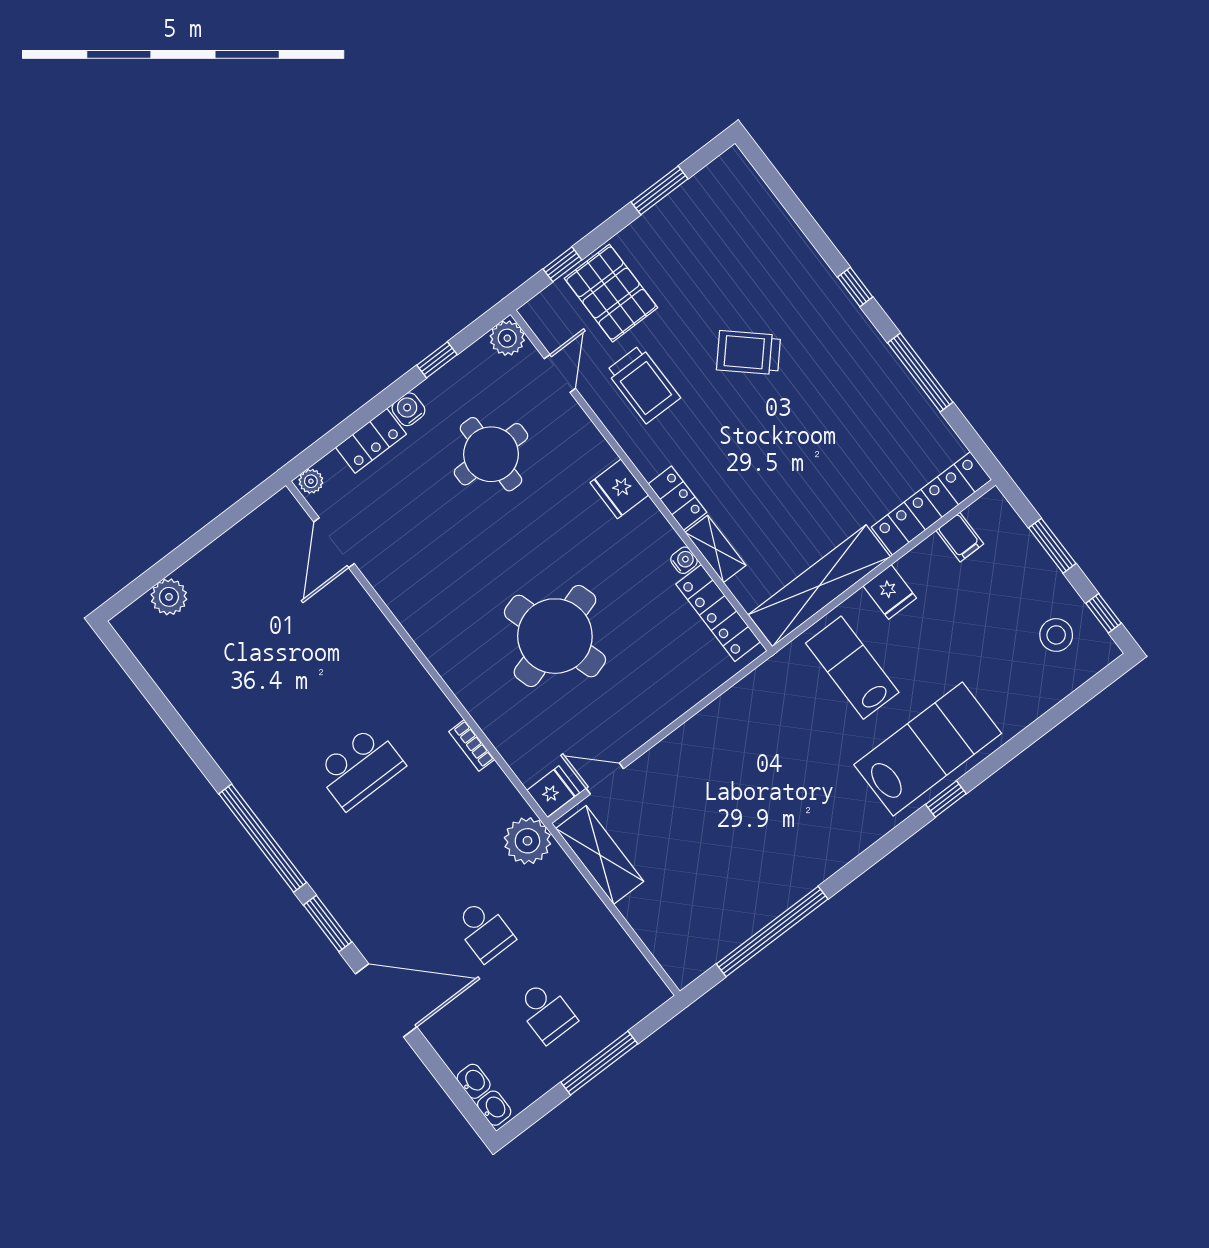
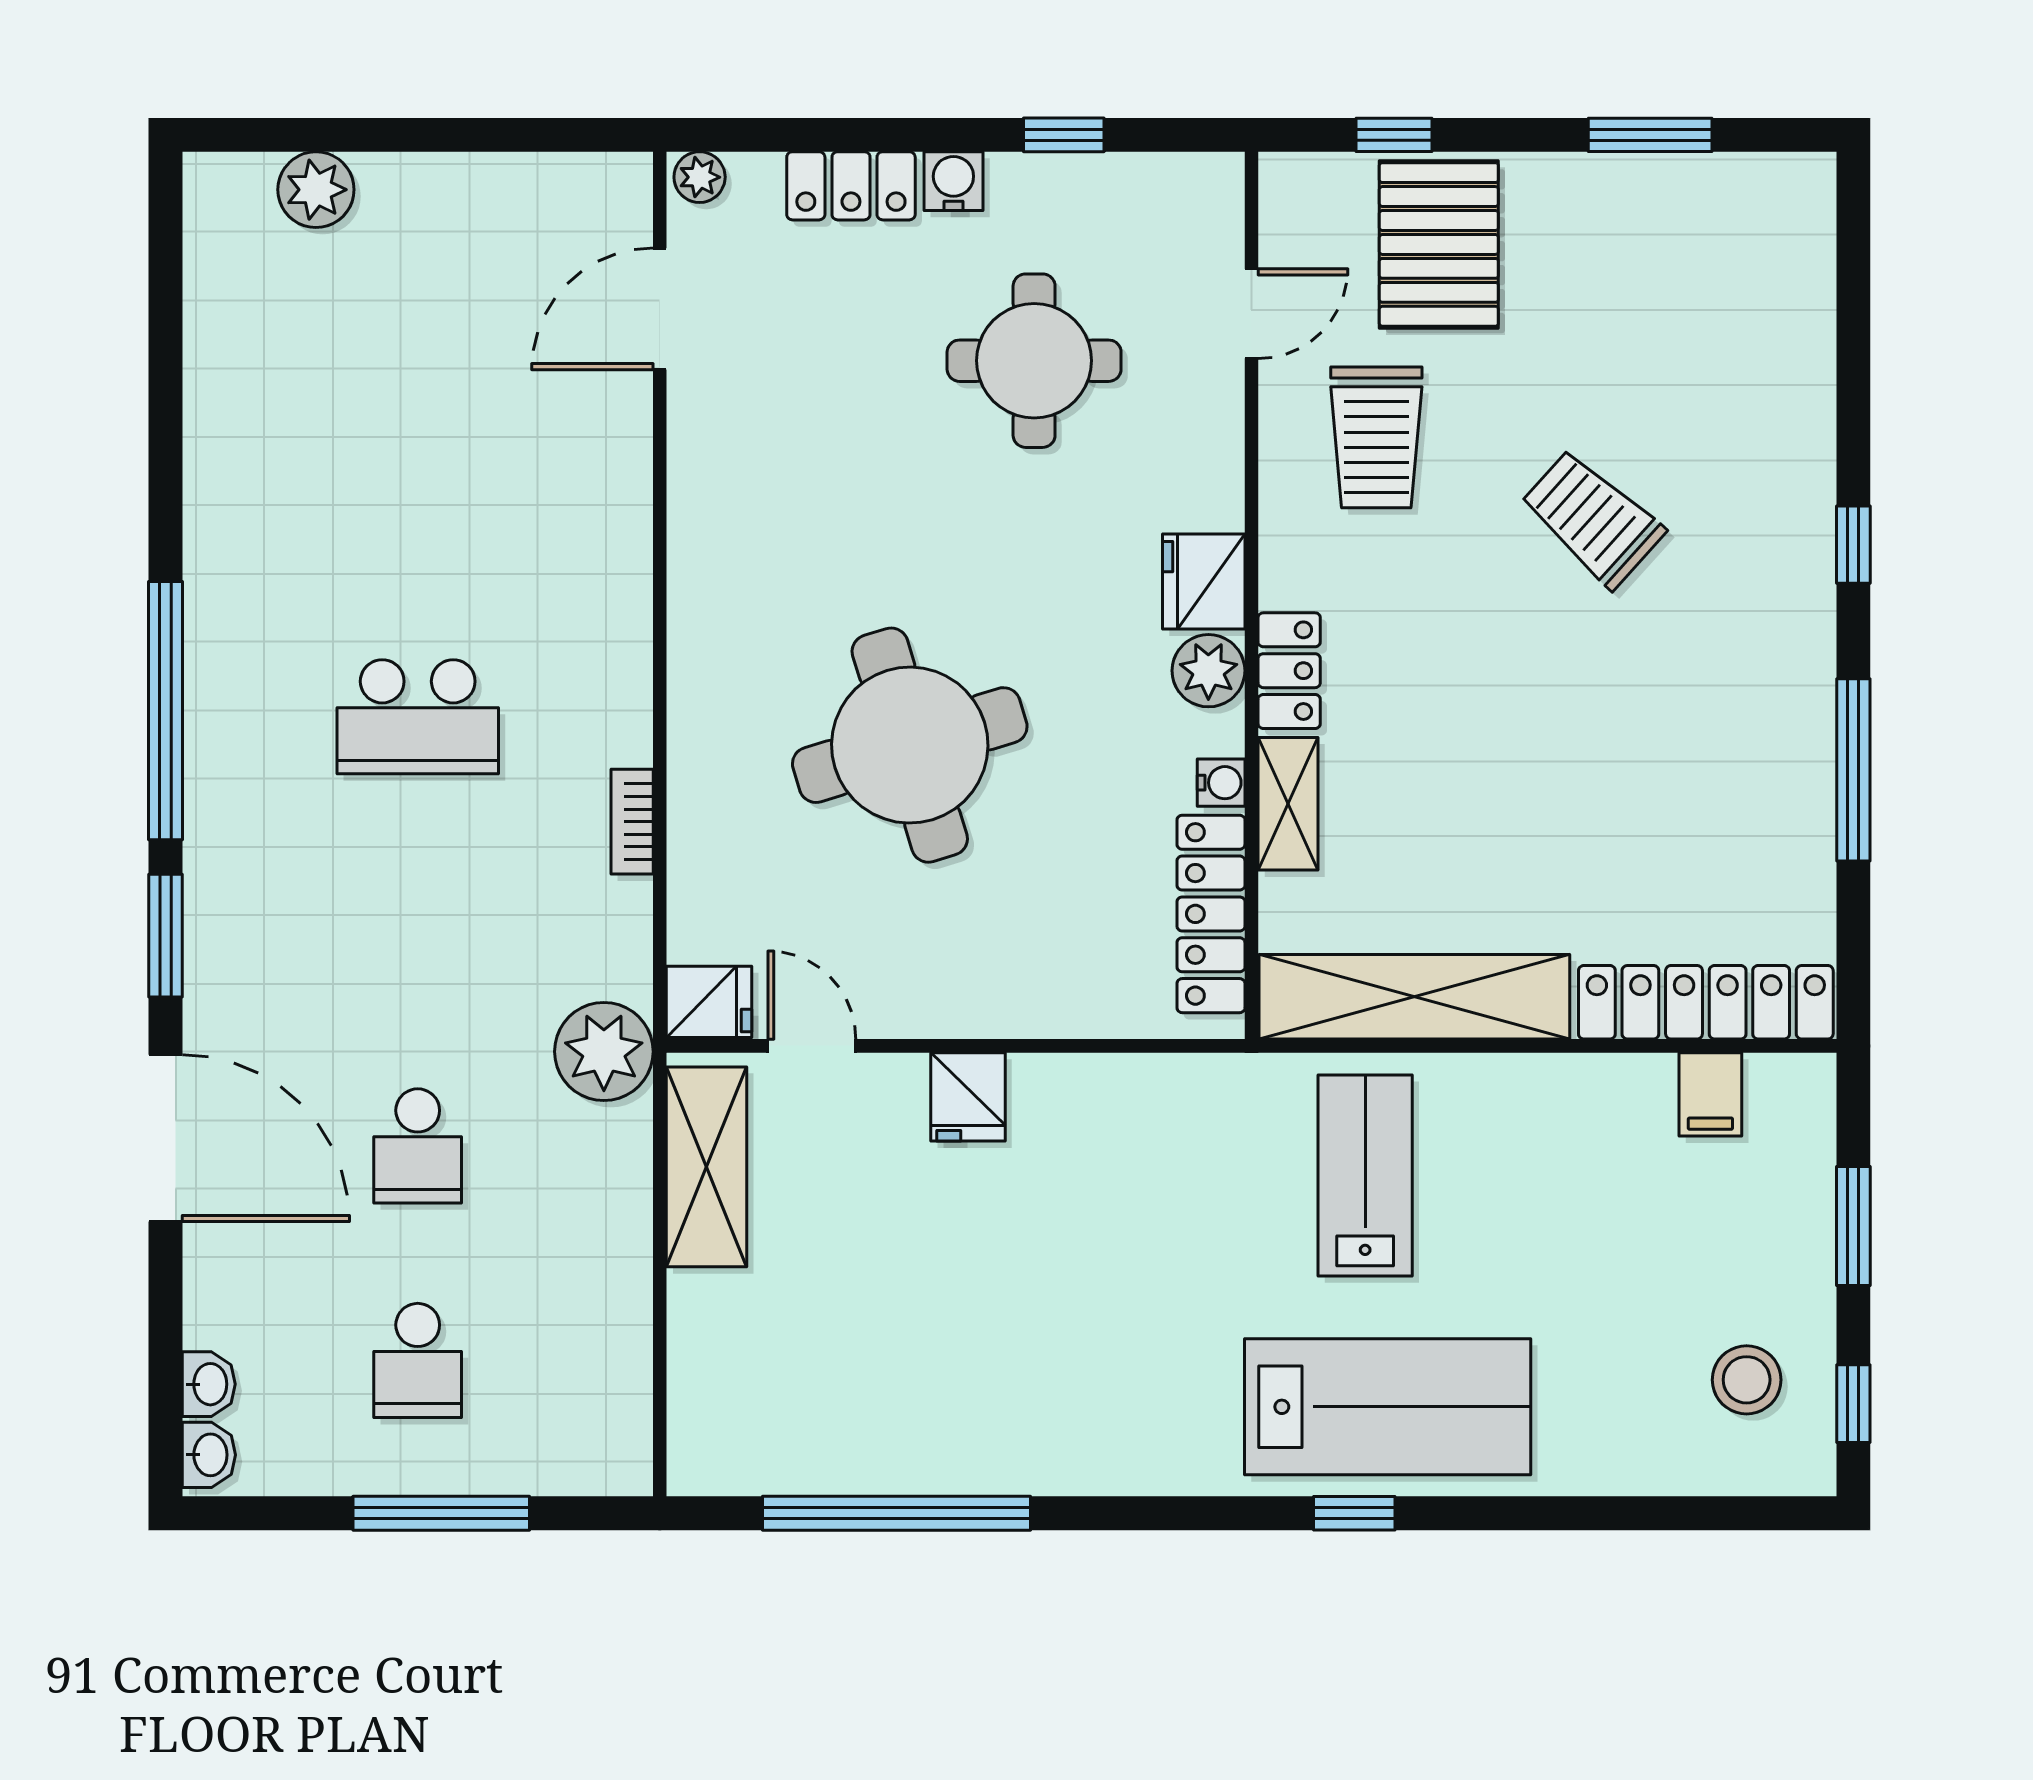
plant: (507, 338) -> (1208, 671), moved
fridge: (890, 592) -> (968, 1097), moved

